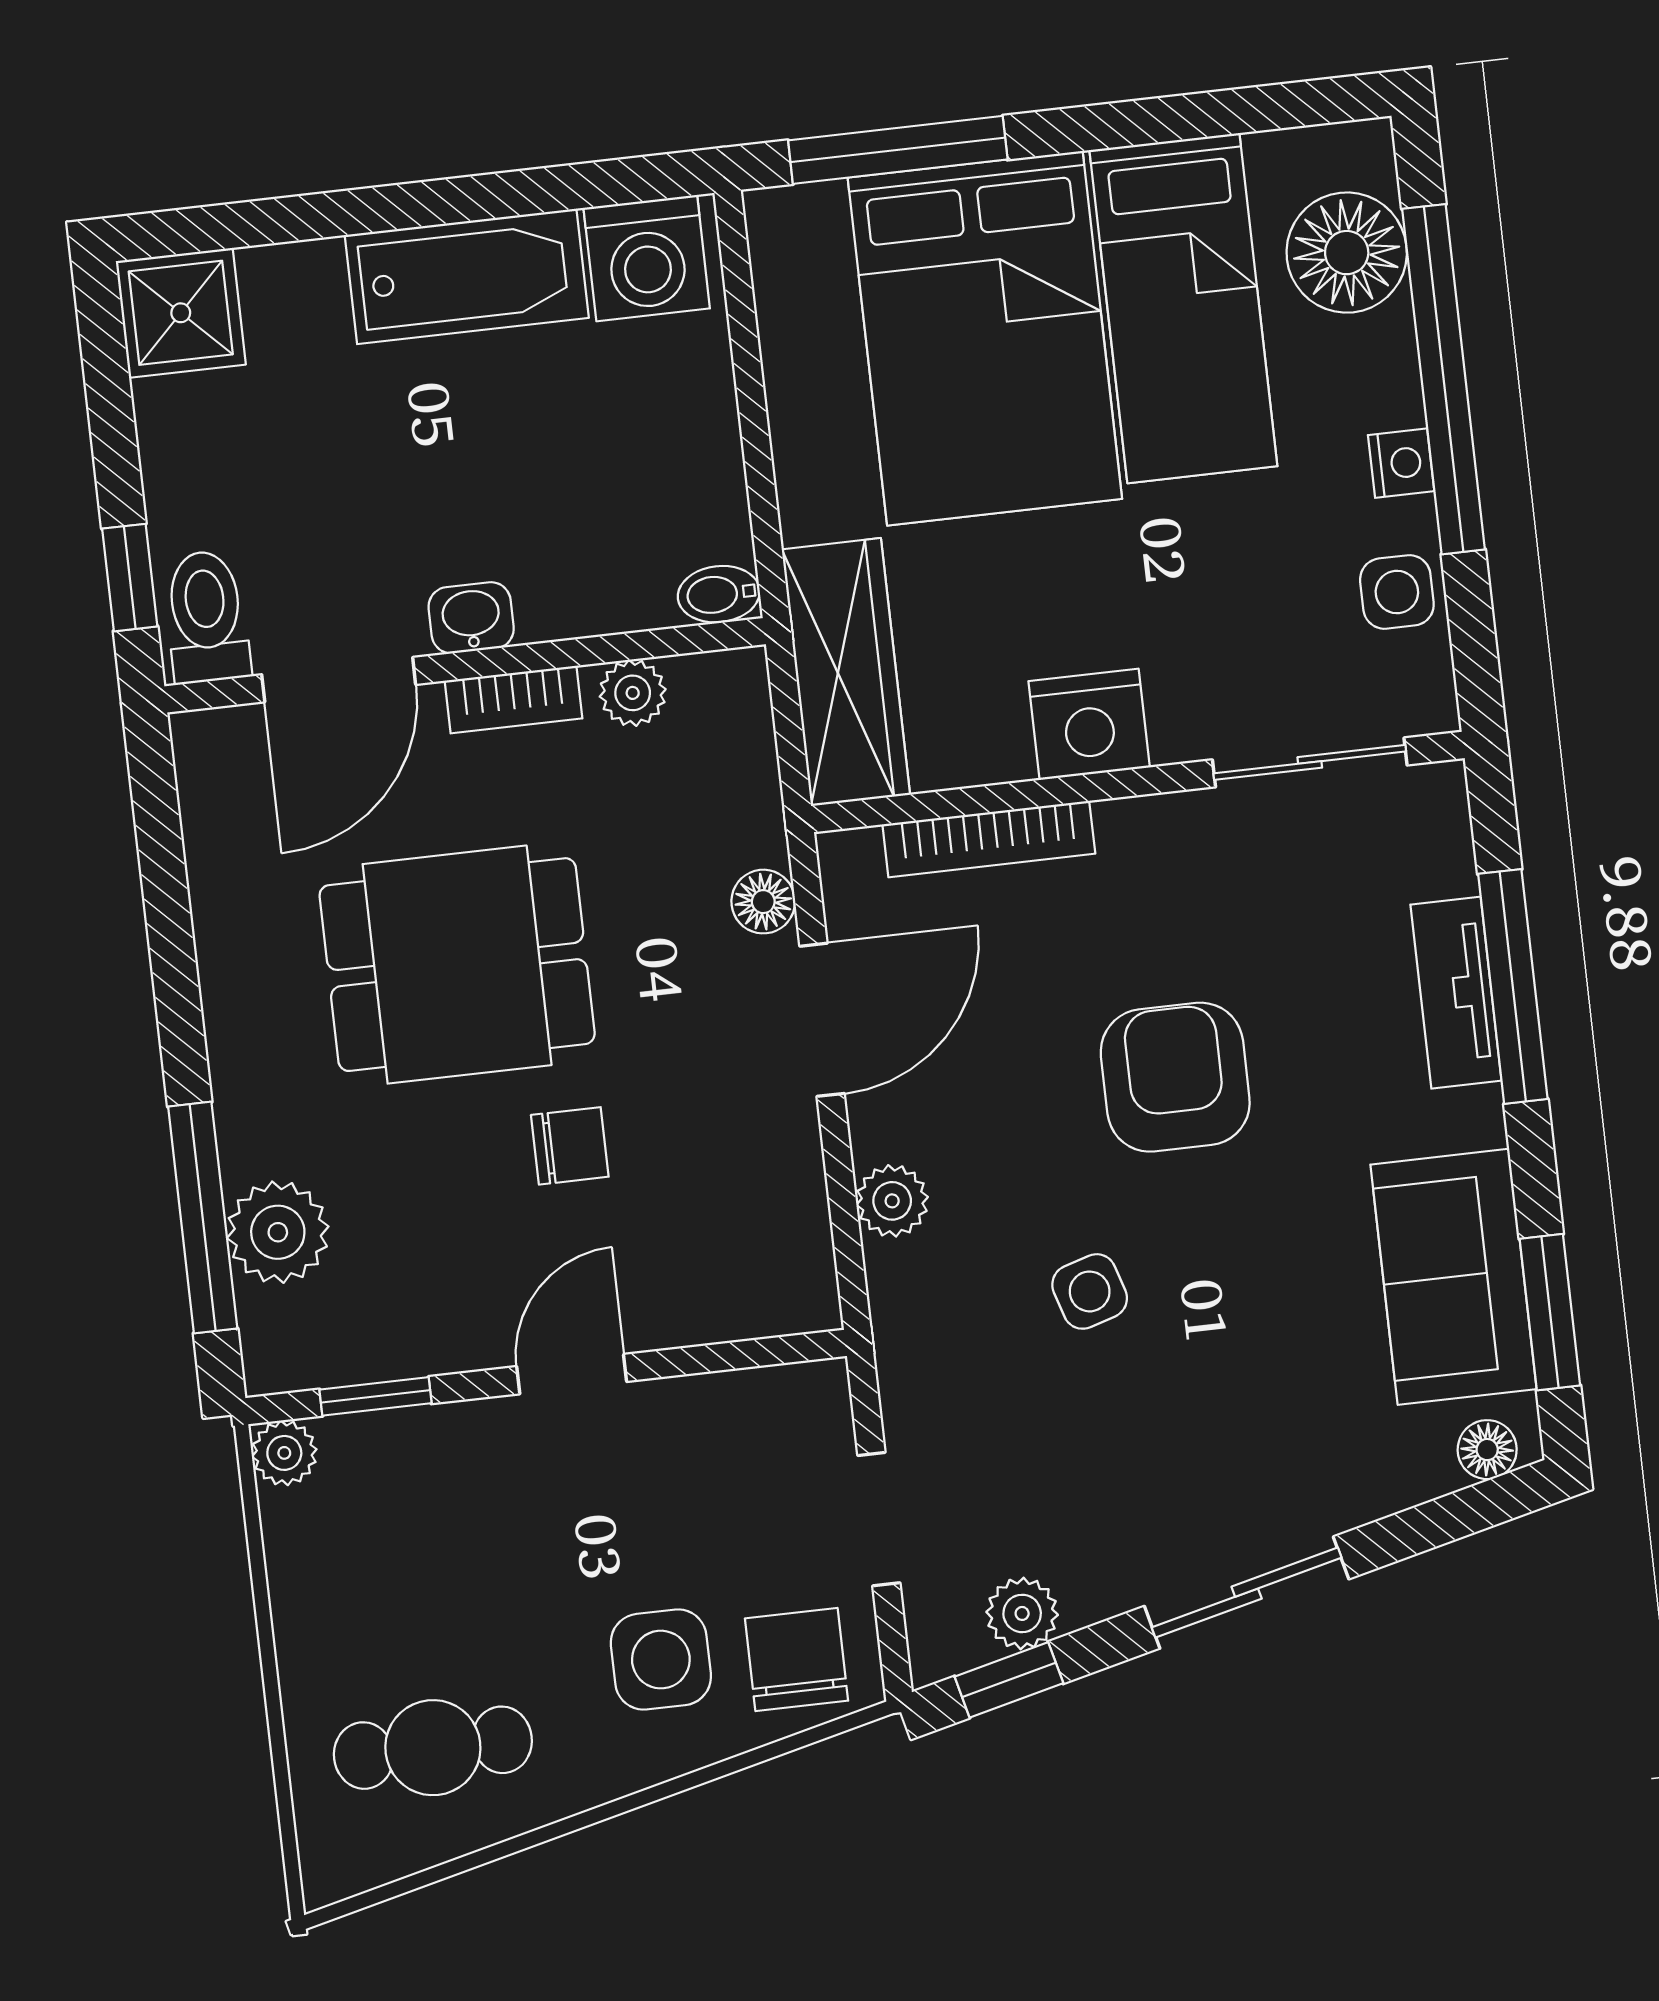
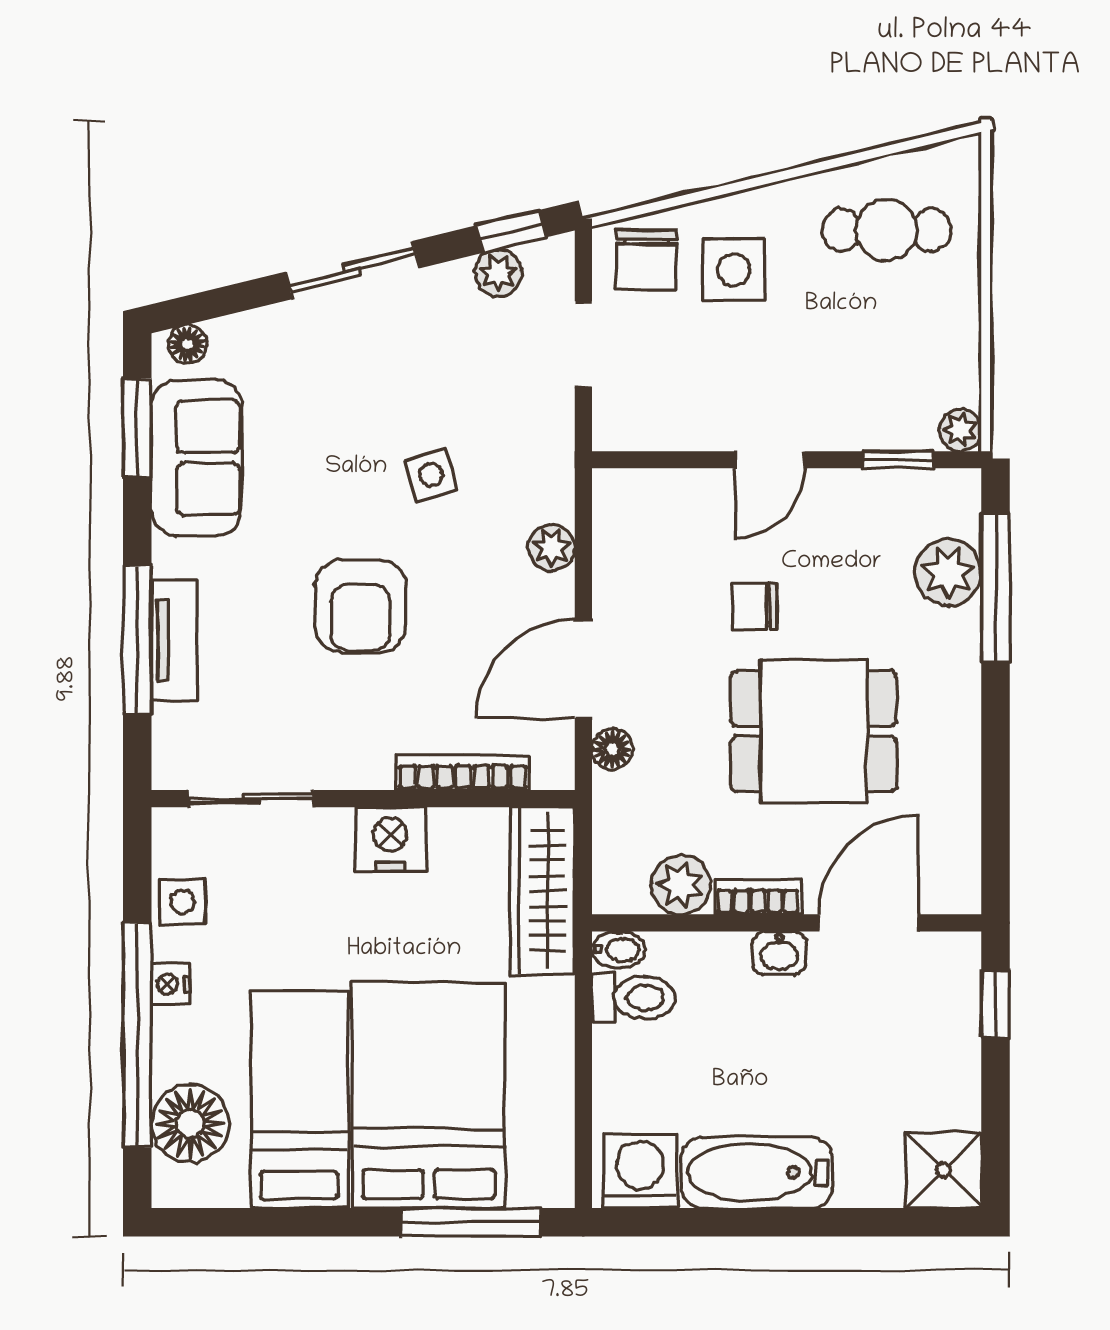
toilet: (207, 617) -> (633, 998), moved, turned -90
plant: (633, 693) -> (681, 885), width x1.38, depth x1.38

